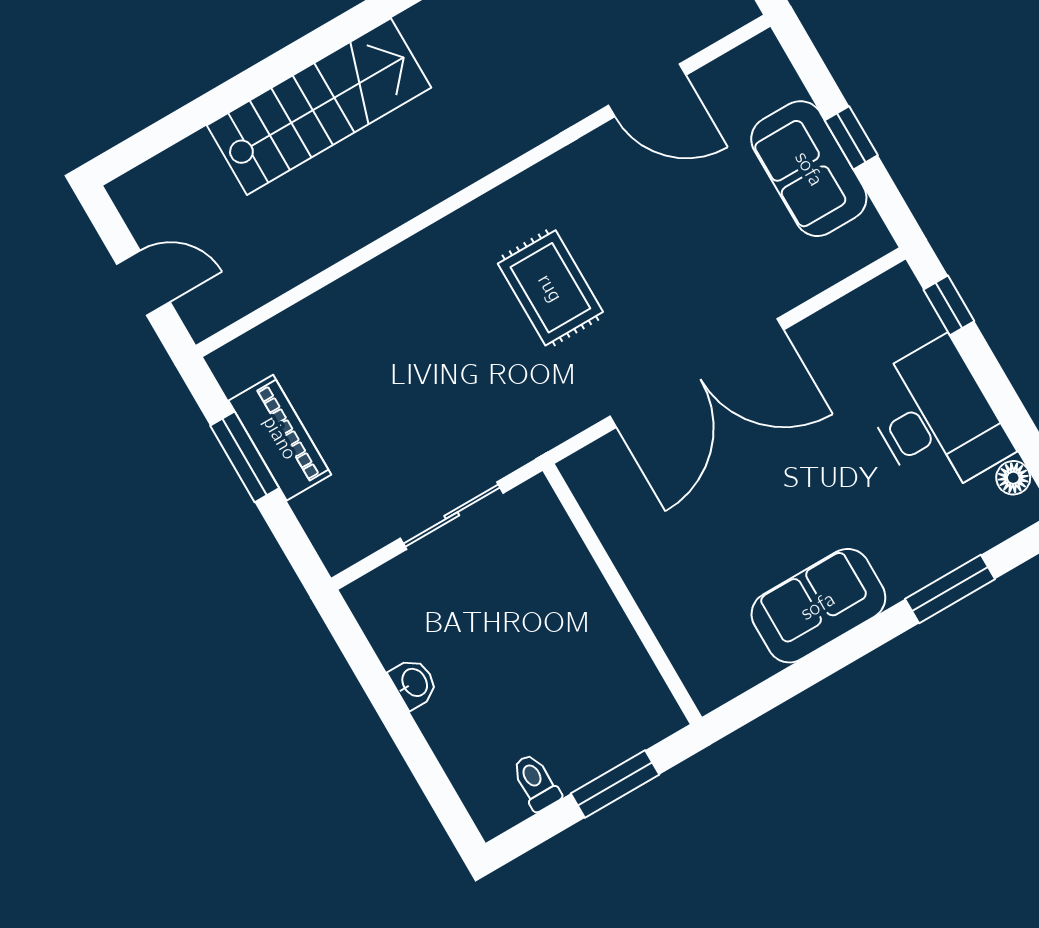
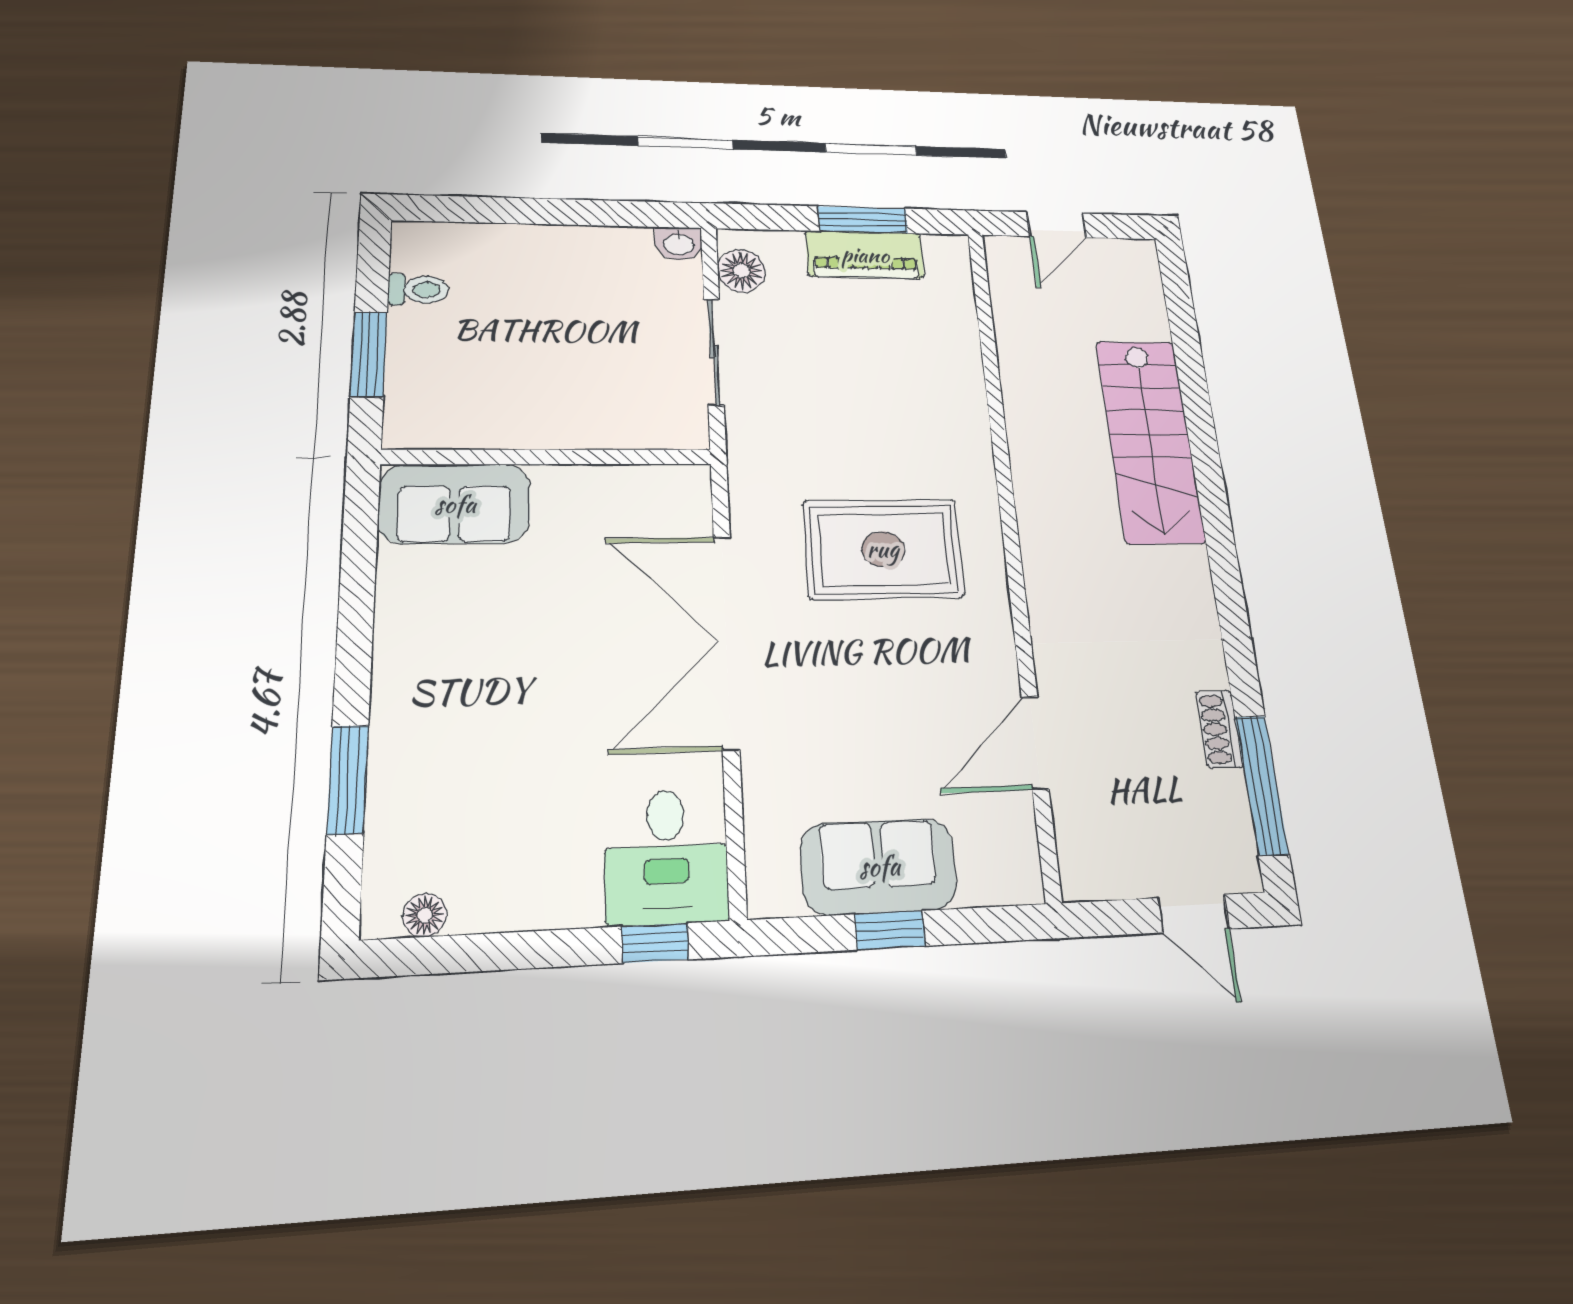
rug: (550, 288) -> (883, 549), width x1.36, depth x1.43
desk: (936, 419) -> (666, 856), moved, width x0.73
floor lamp: (360, 534) -> (741, 271), added
sofa: (818, 606) -> (455, 504), moved, turned 90
washbasin: (414, 683) -> (679, 244), moved

